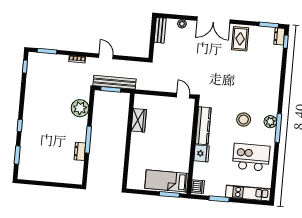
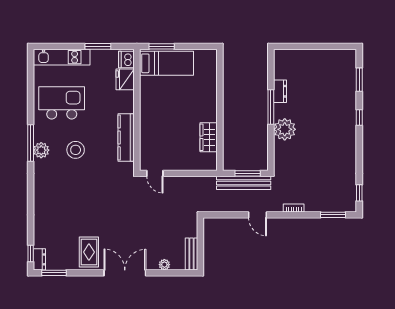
plant: (80, 108) -> (285, 129), moved
fridge: (202, 153) -> (125, 79), moved
kitchen island: (251, 157) -> (62, 103), turned 180

